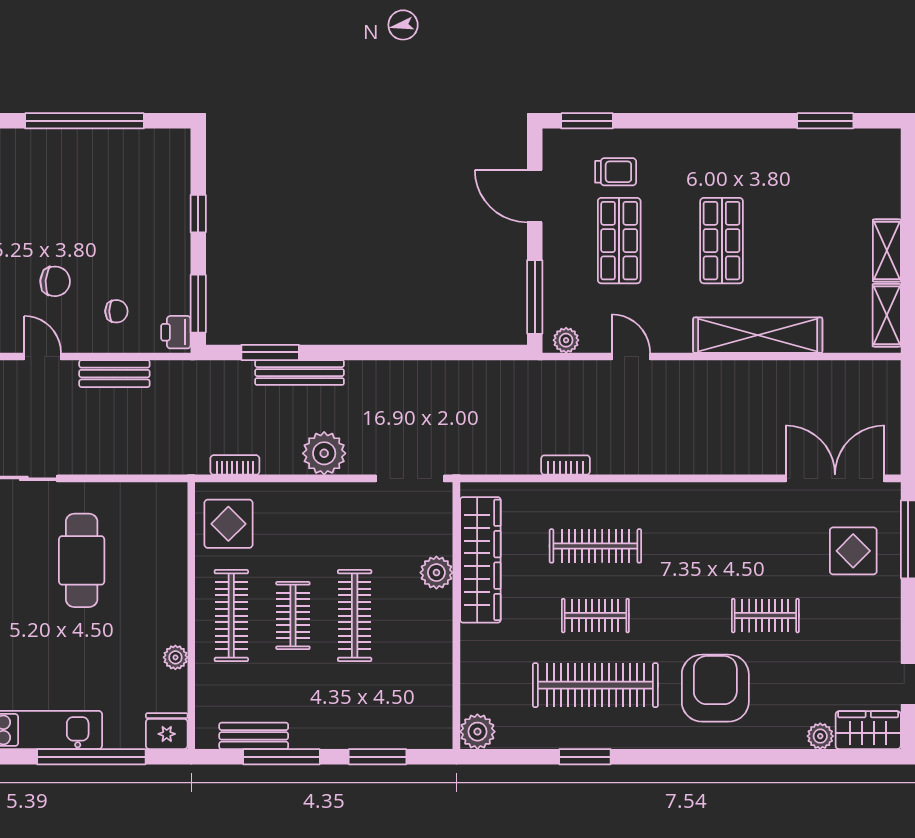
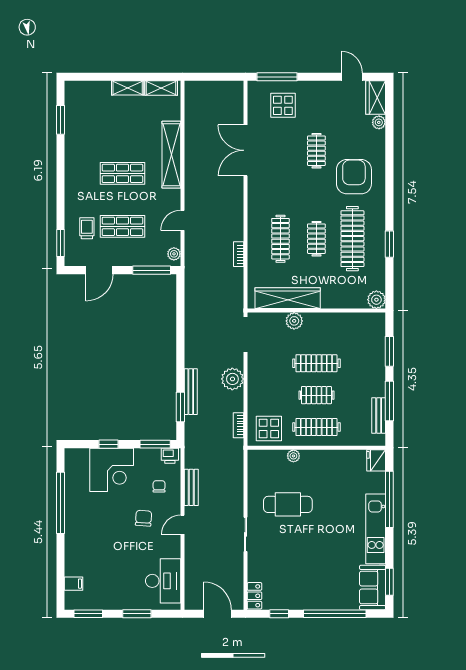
corner desk: (148, 220) -> (112, 470), added
double door: (835, 478) -> (245, 150), moved
plant: (175, 657) -> (293, 456), moved
armchair: (715, 688) -> (354, 177), turned 90

